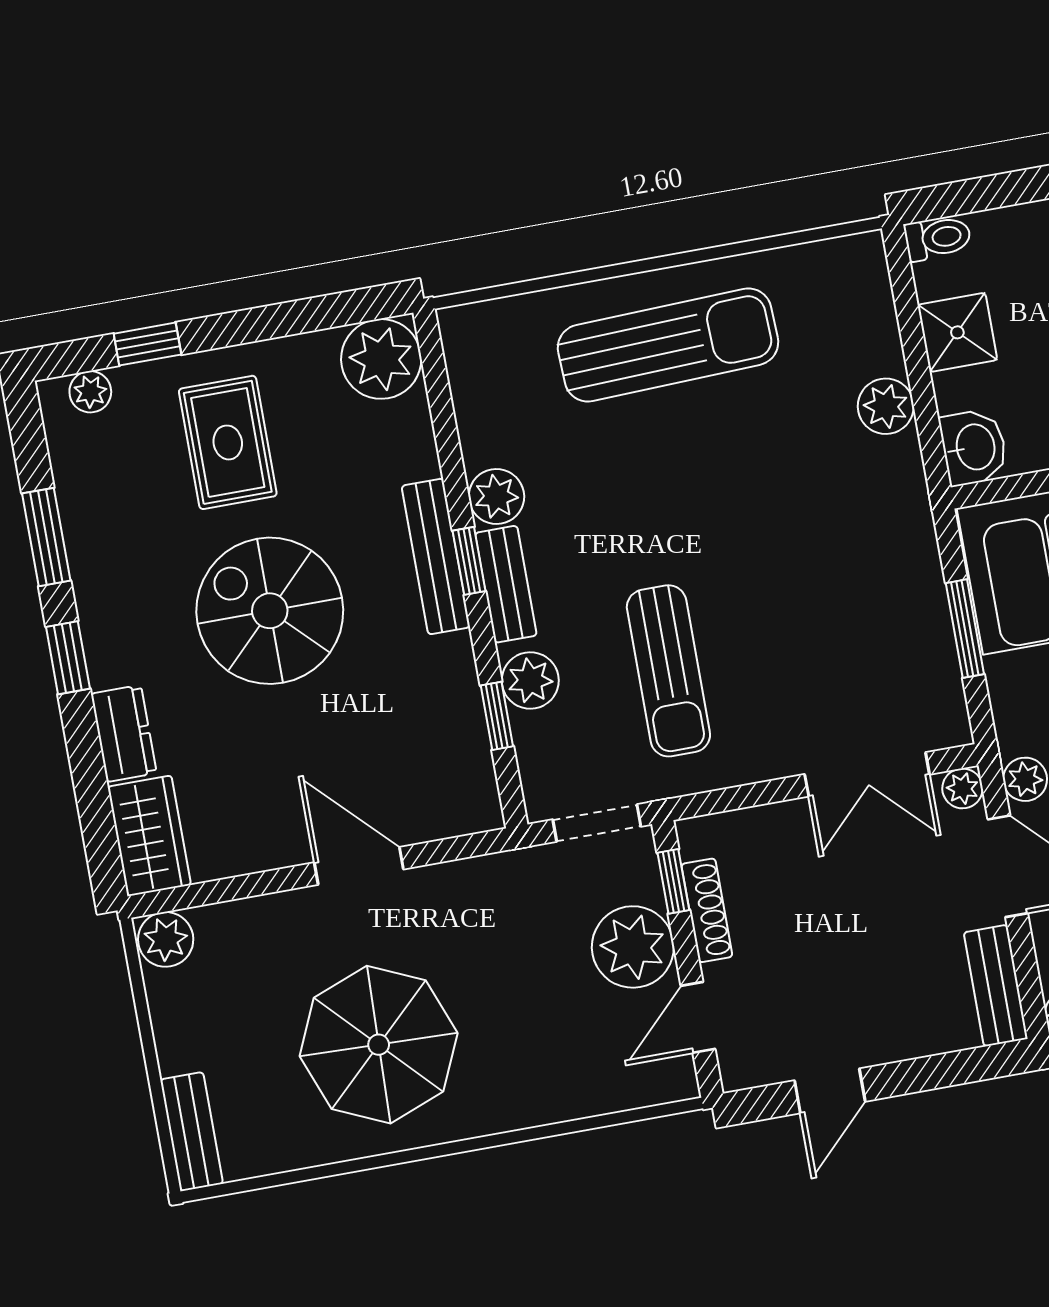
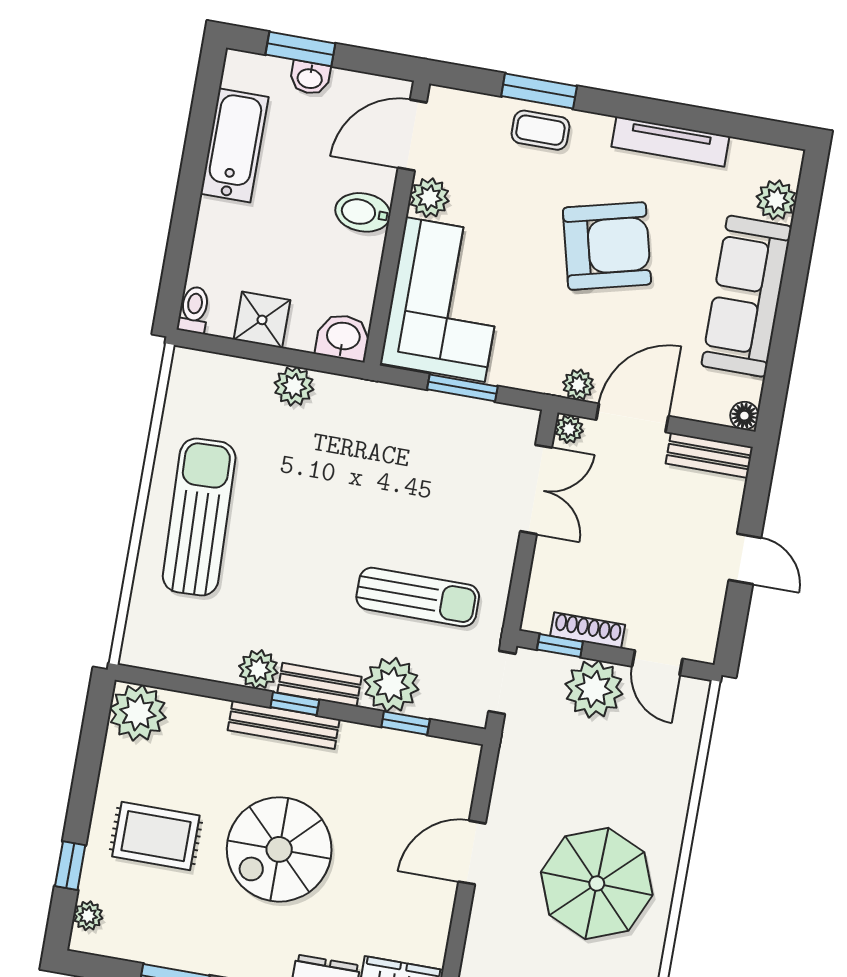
plant: (530, 680) -> (391, 685), width x1.36, depth x1.36
door: (830, 1091) -> (745, 559), moved

